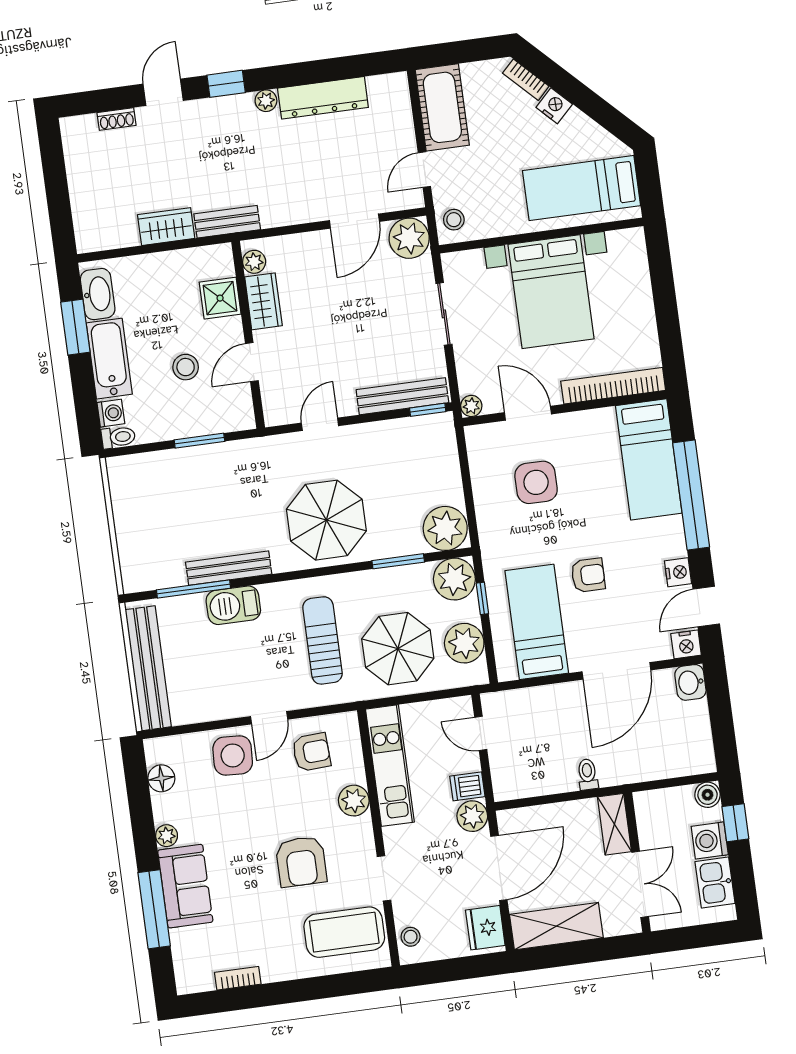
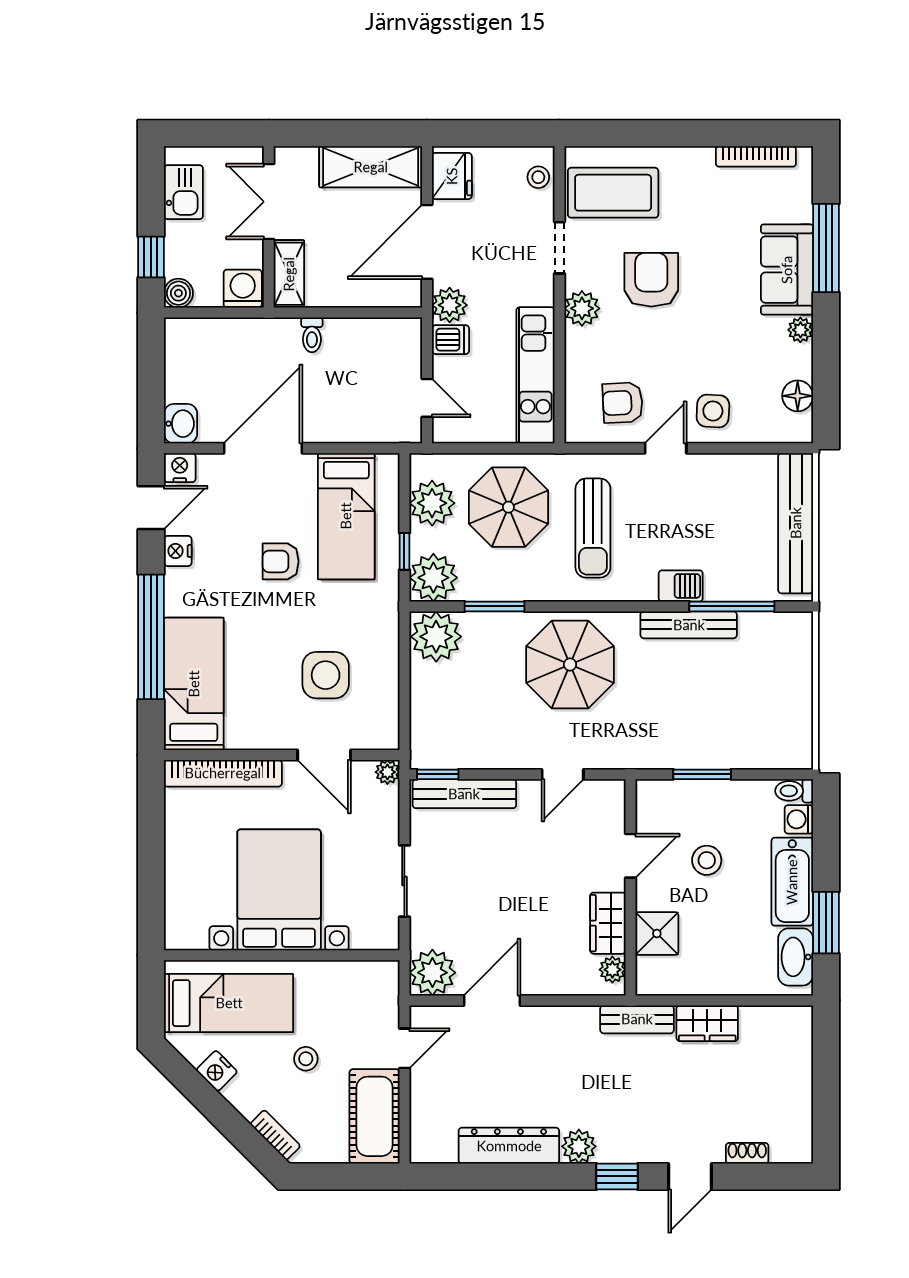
plant: (266, 101) -> (579, 1146), width x1.38, depth x1.38
nightstand: (554, 106) -> (217, 1071), moved
stool: (454, 220) -> (306, 1059), moved
barbecue: (233, 605) -> (681, 586), width x0.73, depth x0.79
side table: (233, 755) -> (713, 411), width x0.73, depth x0.73
plant: (354, 801) -> (582, 308), moved
washing machine: (710, 840) -> (243, 289), moved, turned -90
bookcase: (238, 978) -> (756, 156), width x1.56

